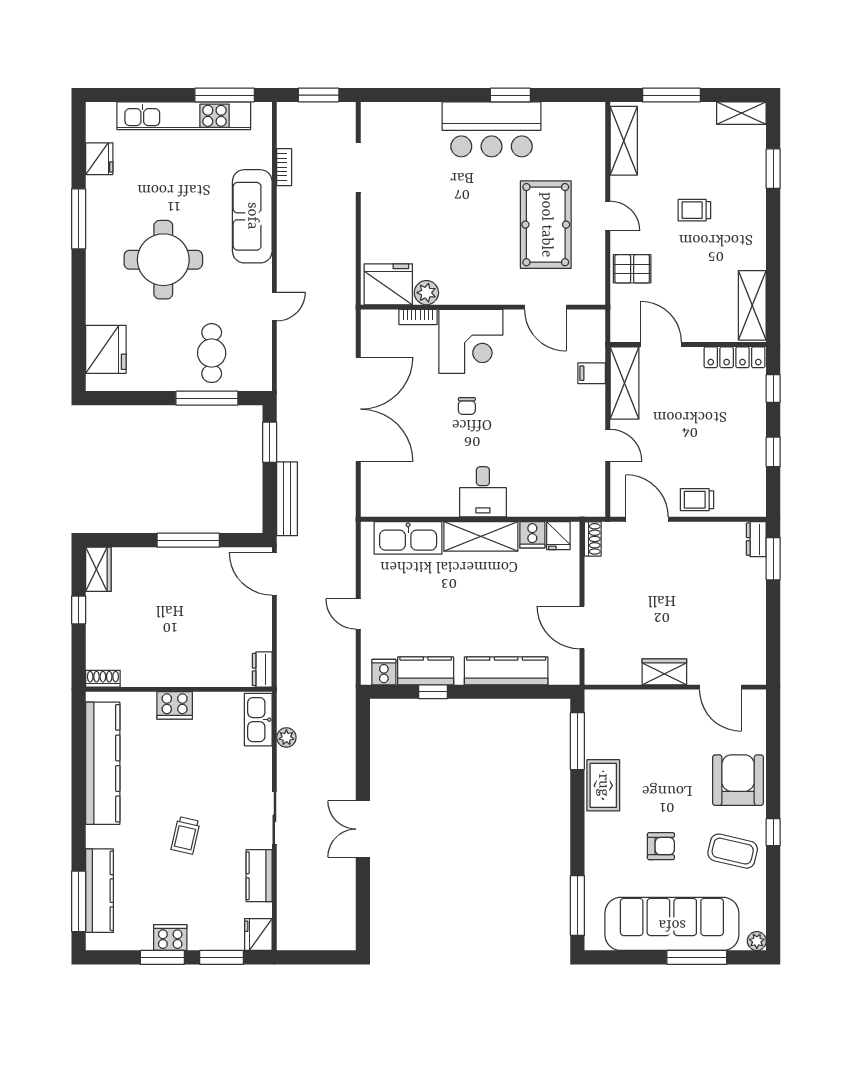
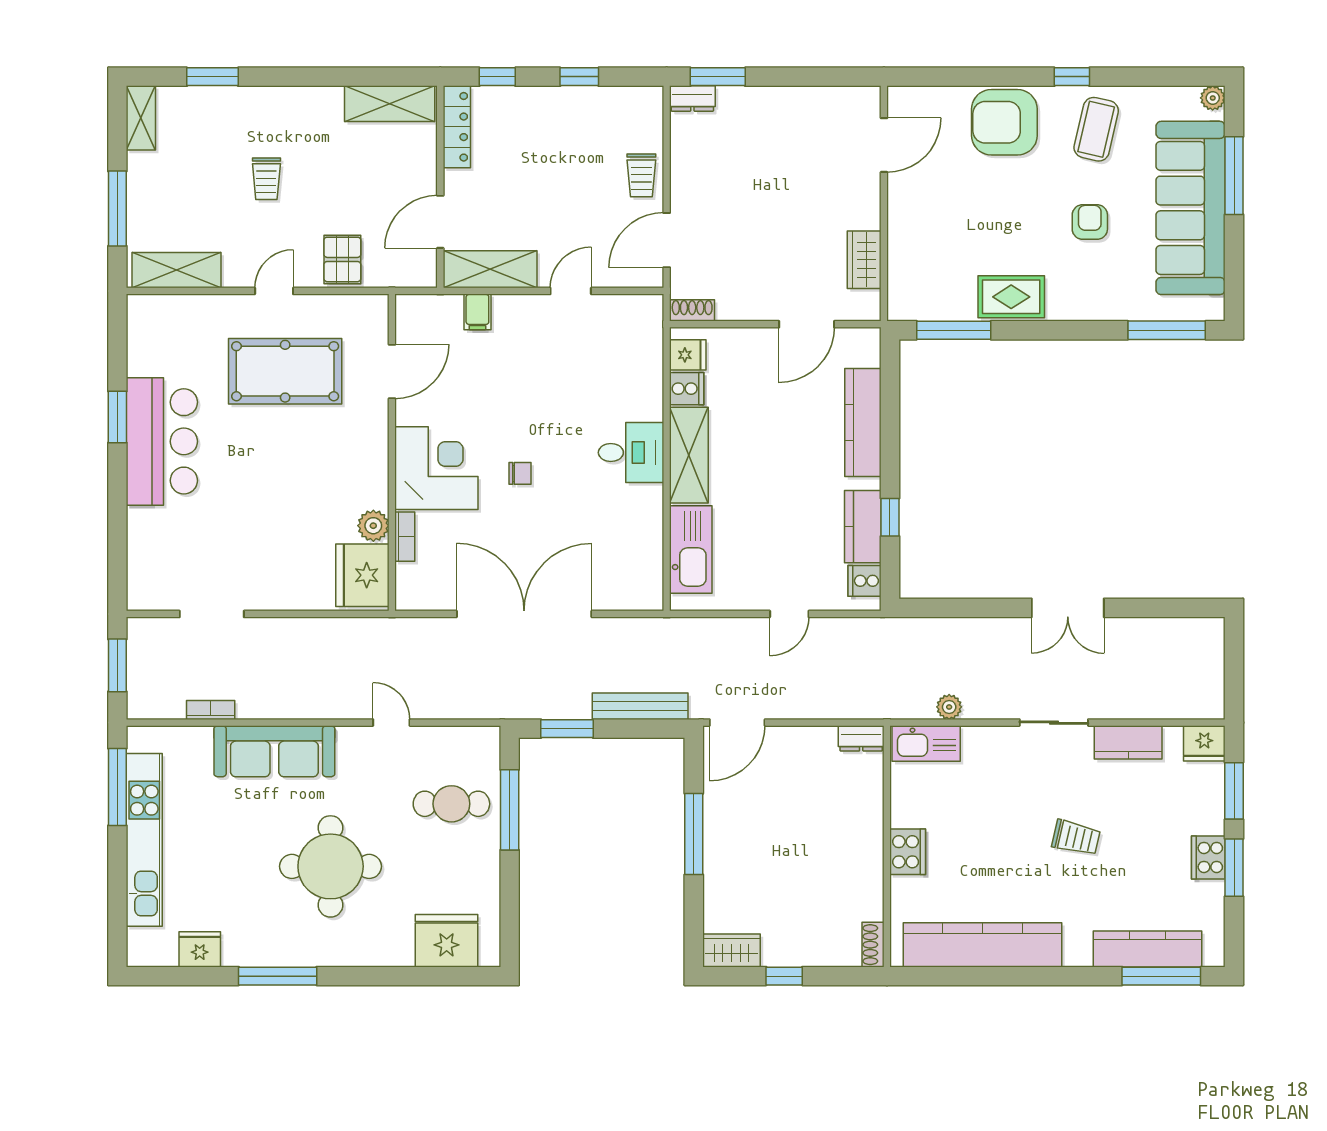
wardrobe: (664, 672) -> (864, 260), moved

